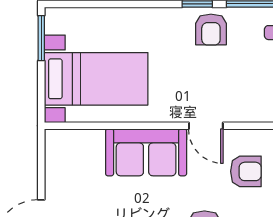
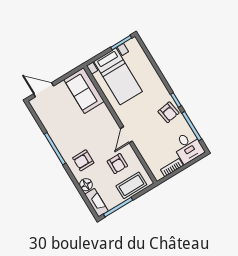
armchair: (211, 29) -> (169, 112), turned -99
sofa: (146, 152) -> (84, 91), moved

